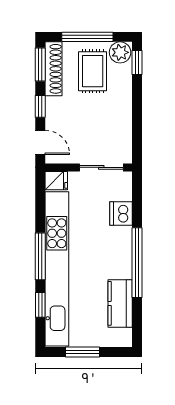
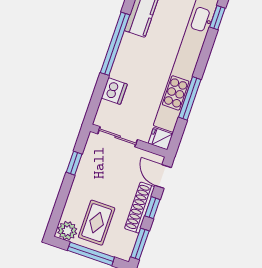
window: (137, 63) -> (74, 163), moved
shoe rack: (53, 69) -> (140, 208), moved
window: (40, 256) -> (190, 98), moved
window: (40, 305) -> (217, 18), moved

